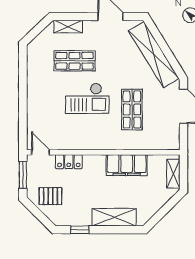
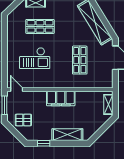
checkout: (87, 98) -> (35, 58), moved
locker: (69, 162) -> (36, 96), removed
filing cabinet: (127, 165) -> (61, 99), moved

